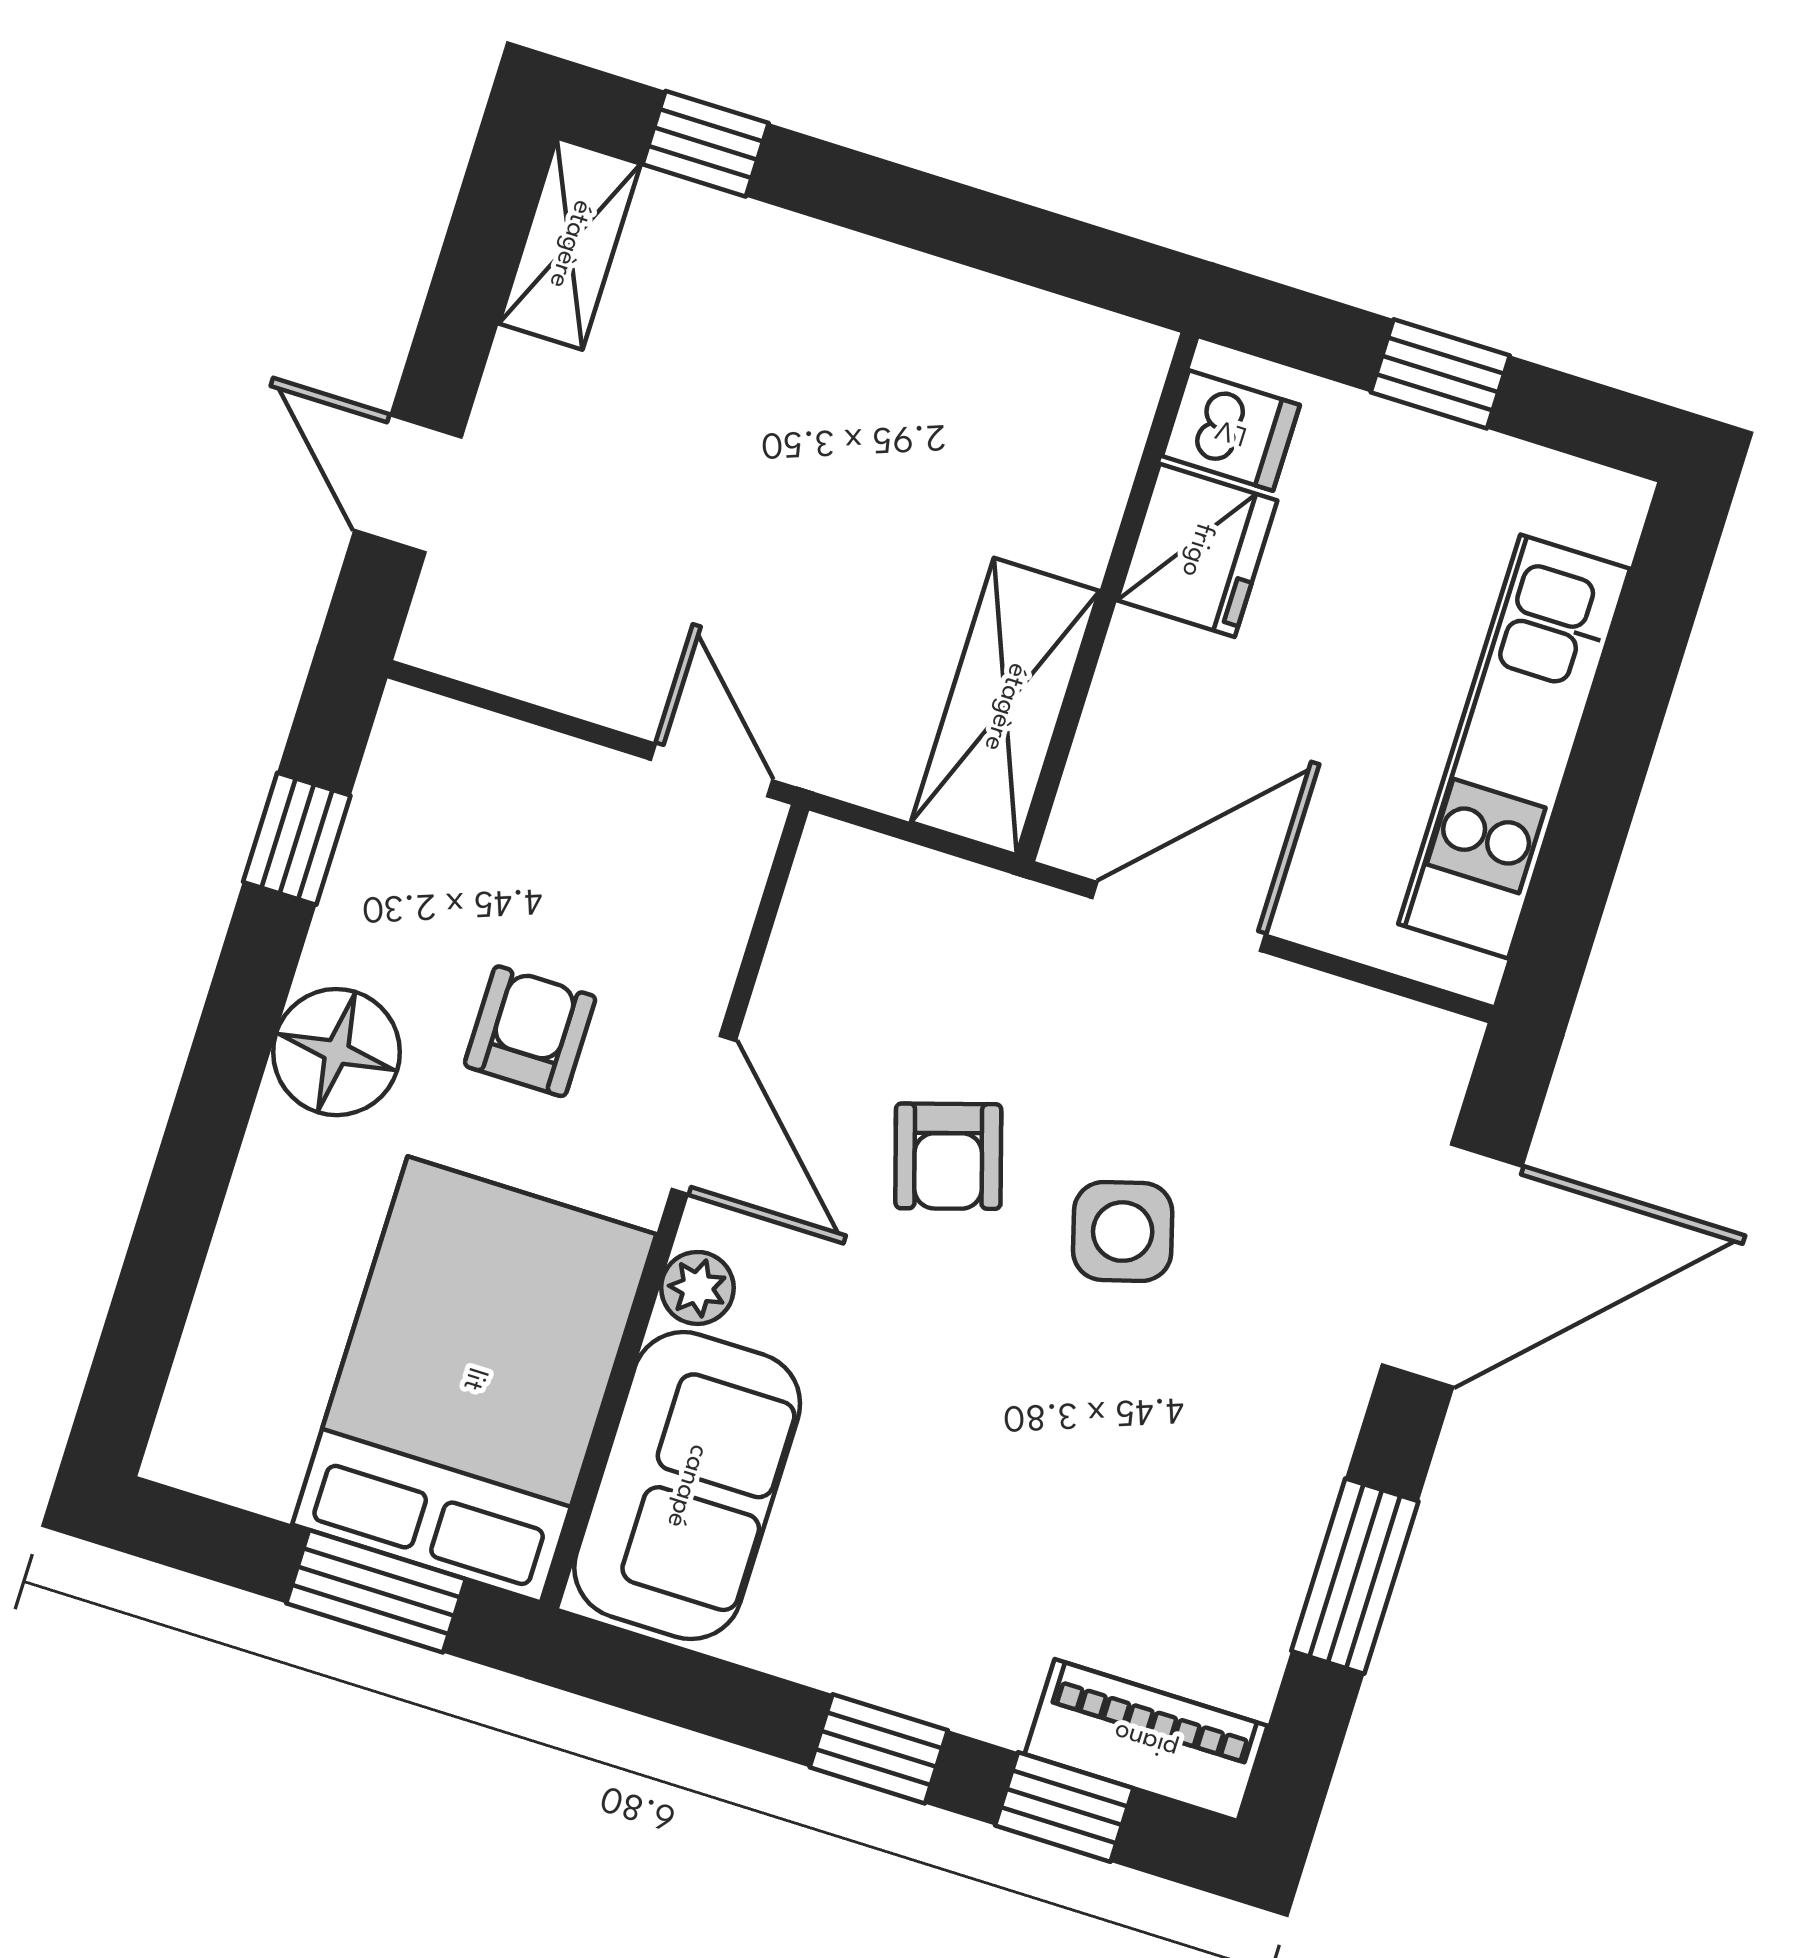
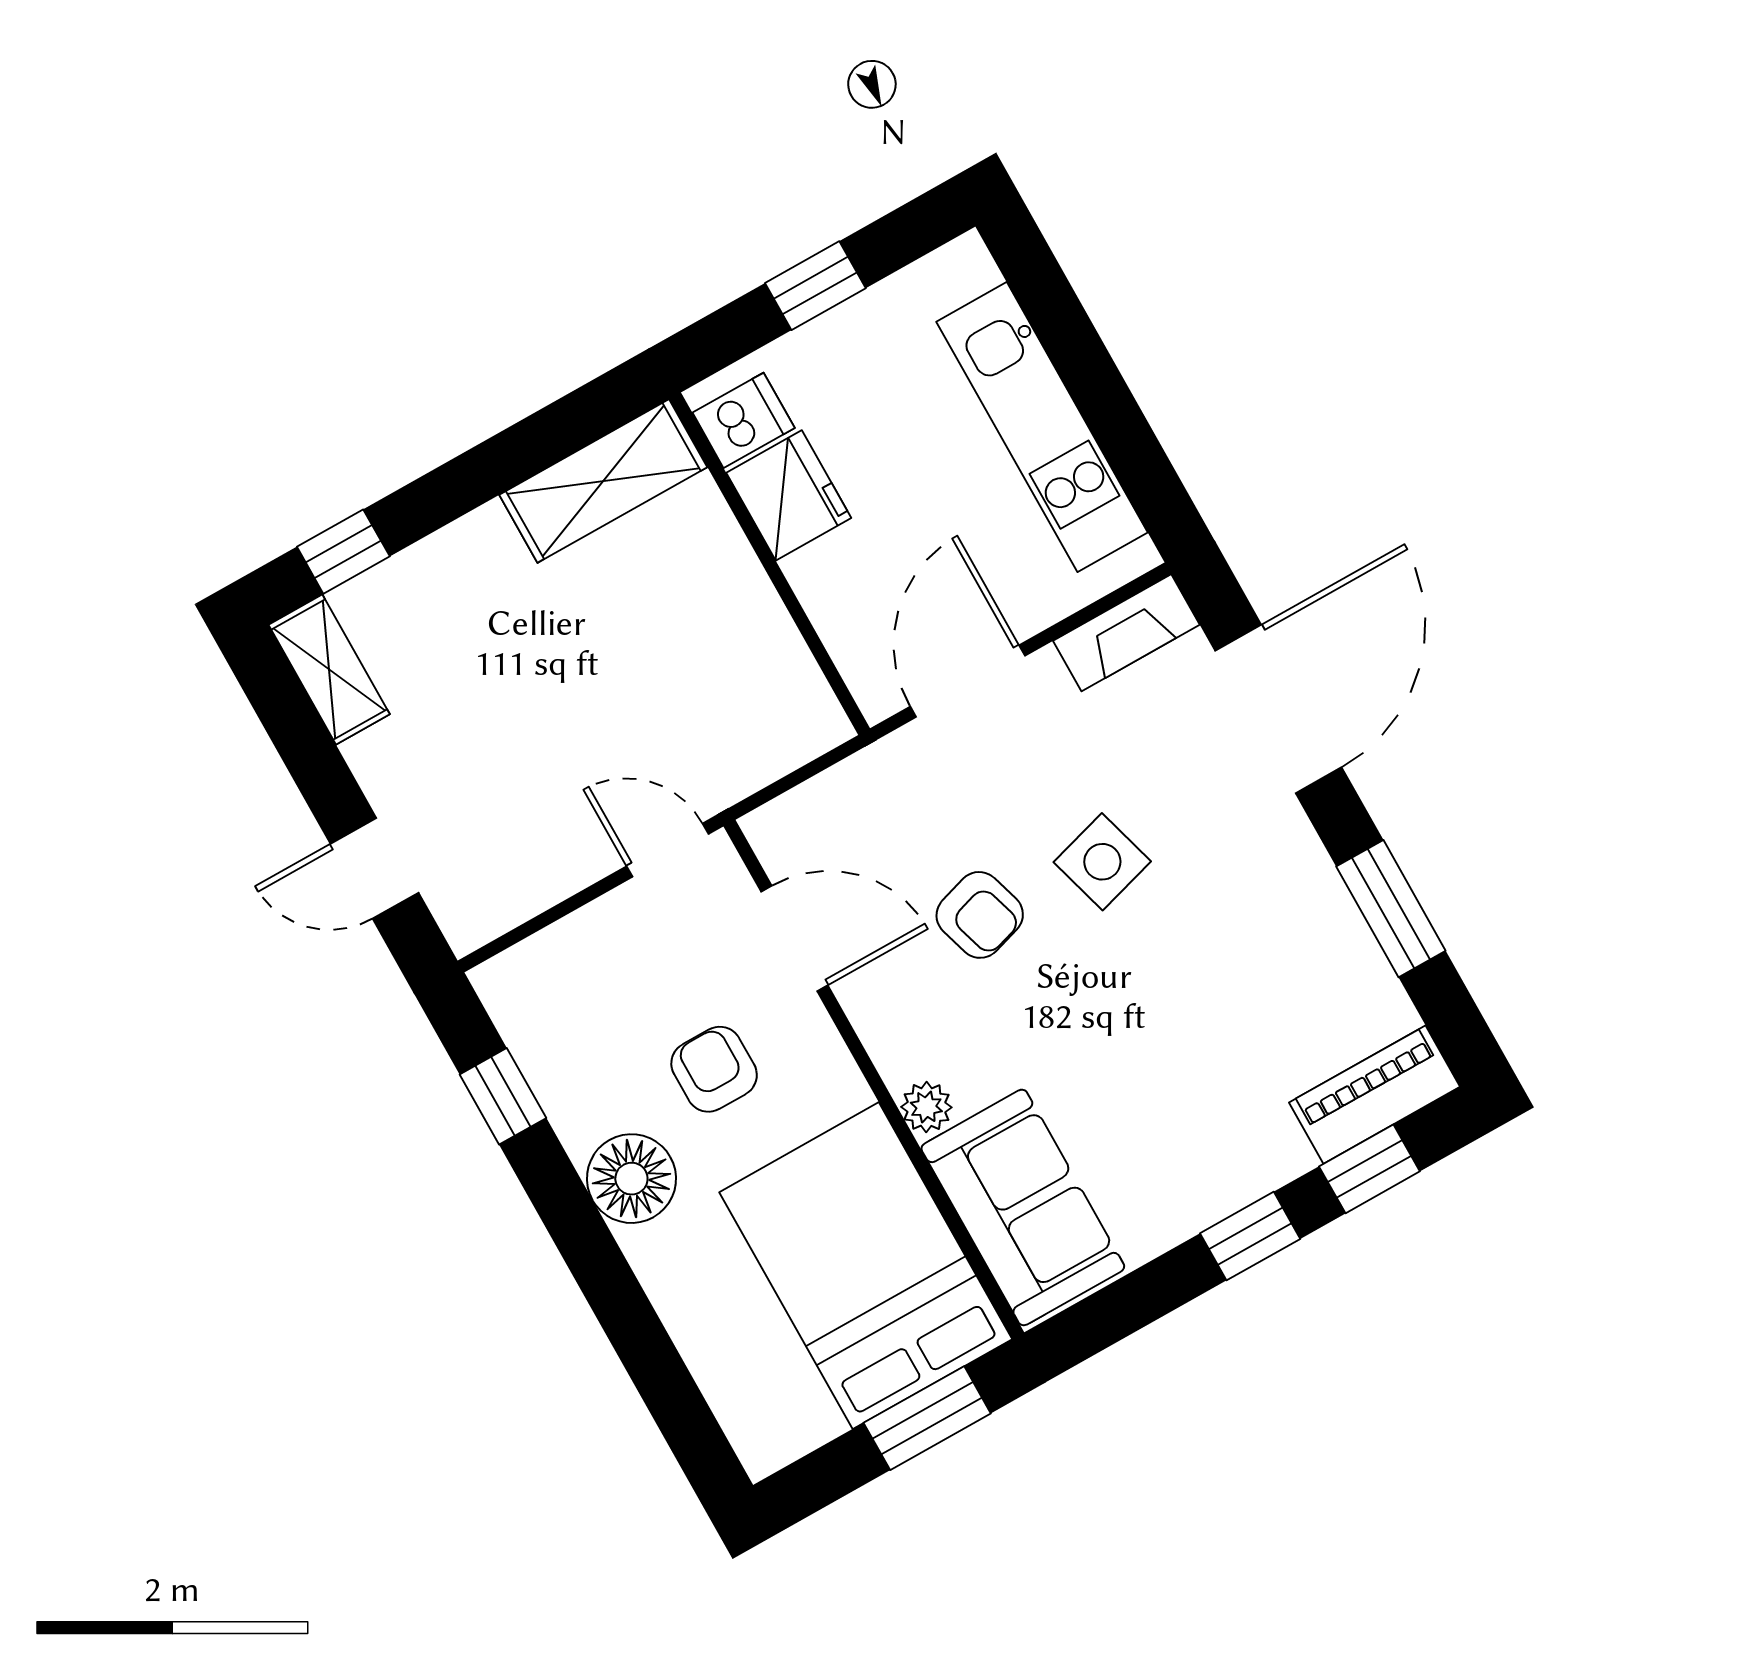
shelving: (1005, 707) -> (603, 481), moved, turned 90
fireplace: (1383, 1034) -> (1126, 633), added
door: (704, 1115) -> (794, 939), moved

